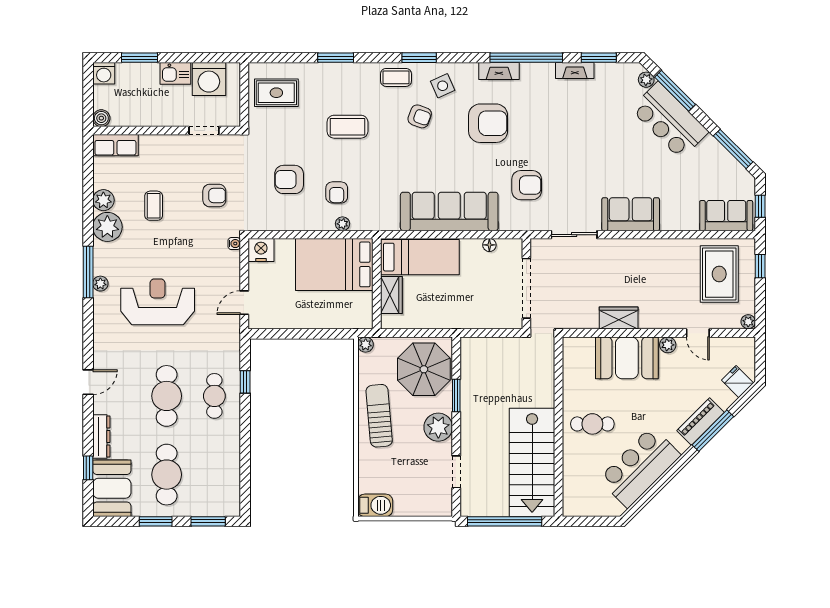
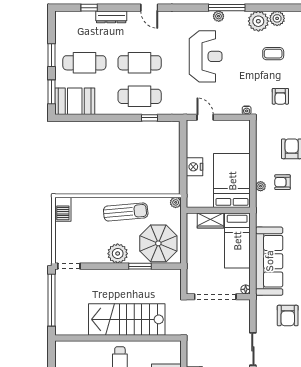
nightstand: (261, 250) -> (195, 167), moved, turned 180
wall: (526, 284) -> (218, 297), moved
doorway: (526, 288) -> (215, 297), moved
cafe table: (214, 396) -> (140, 96), width x1.37, depth x1.35
stairs: (532, 462) -> (127, 319), moved
doorway: (456, 472) -> (69, 266), moved
booth: (112, 488) -> (75, 101), moved

